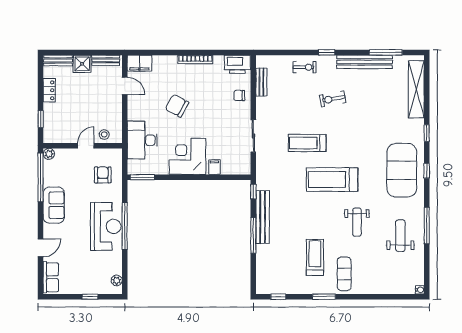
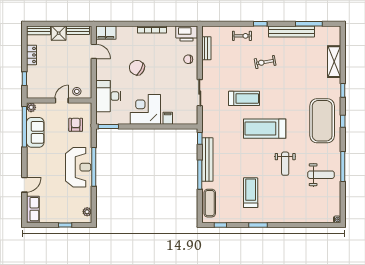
shelving: (416, 89) -> (334, 62), width x0.68
treadmill: (307, 143) -> (244, 98), turned 180
sofa: (54, 205) -> (35, 132), moved
weight bench: (400, 236) -> (321, 175), turned 90
exercise mat: (344, 274) -> (210, 203), moved

